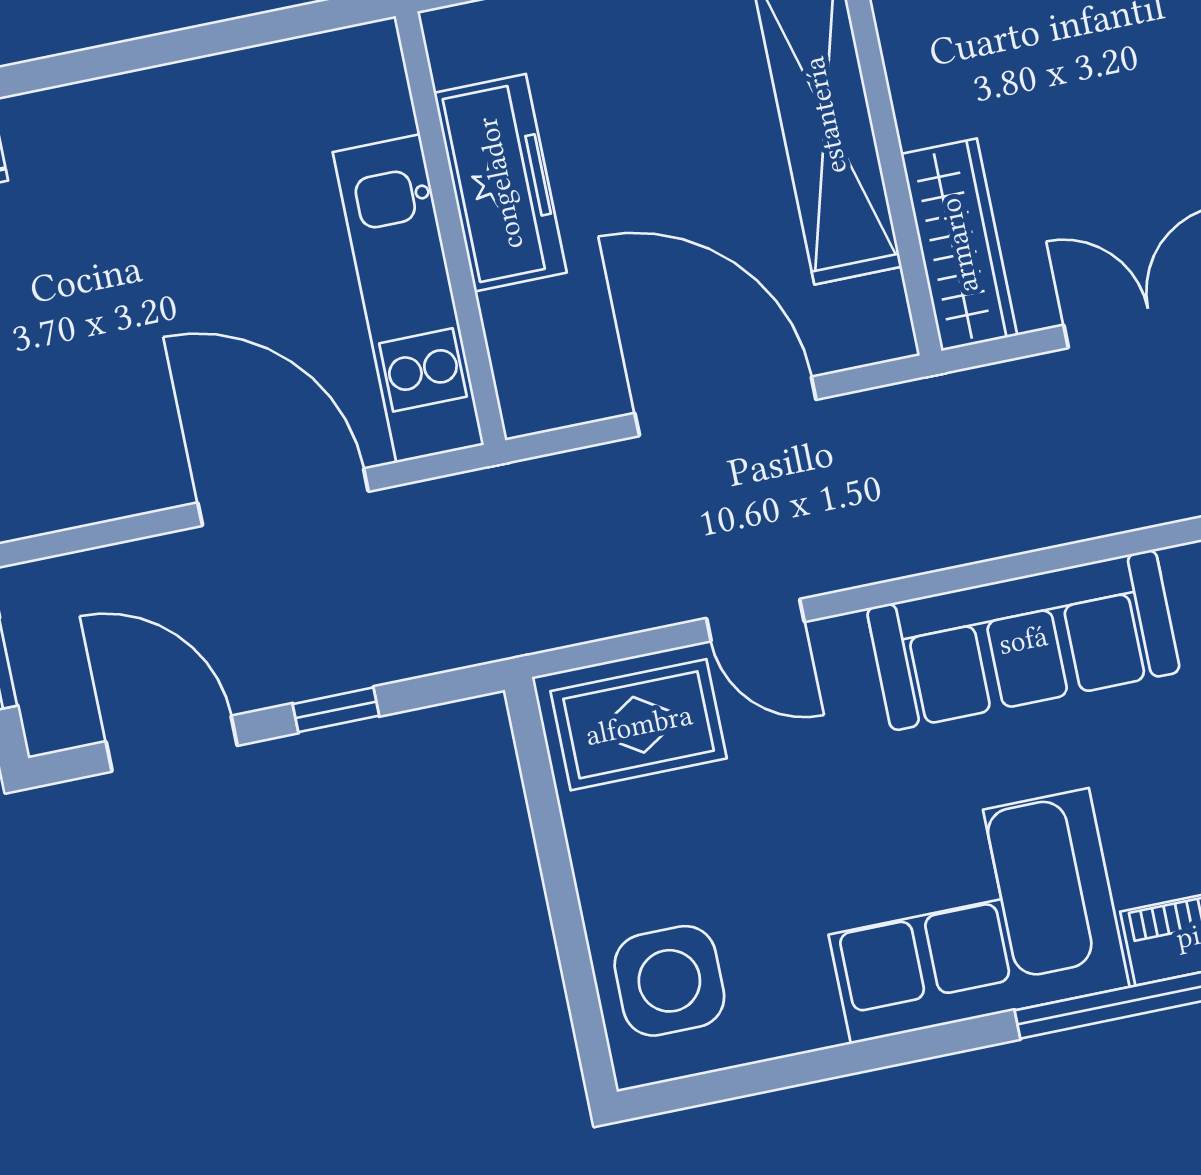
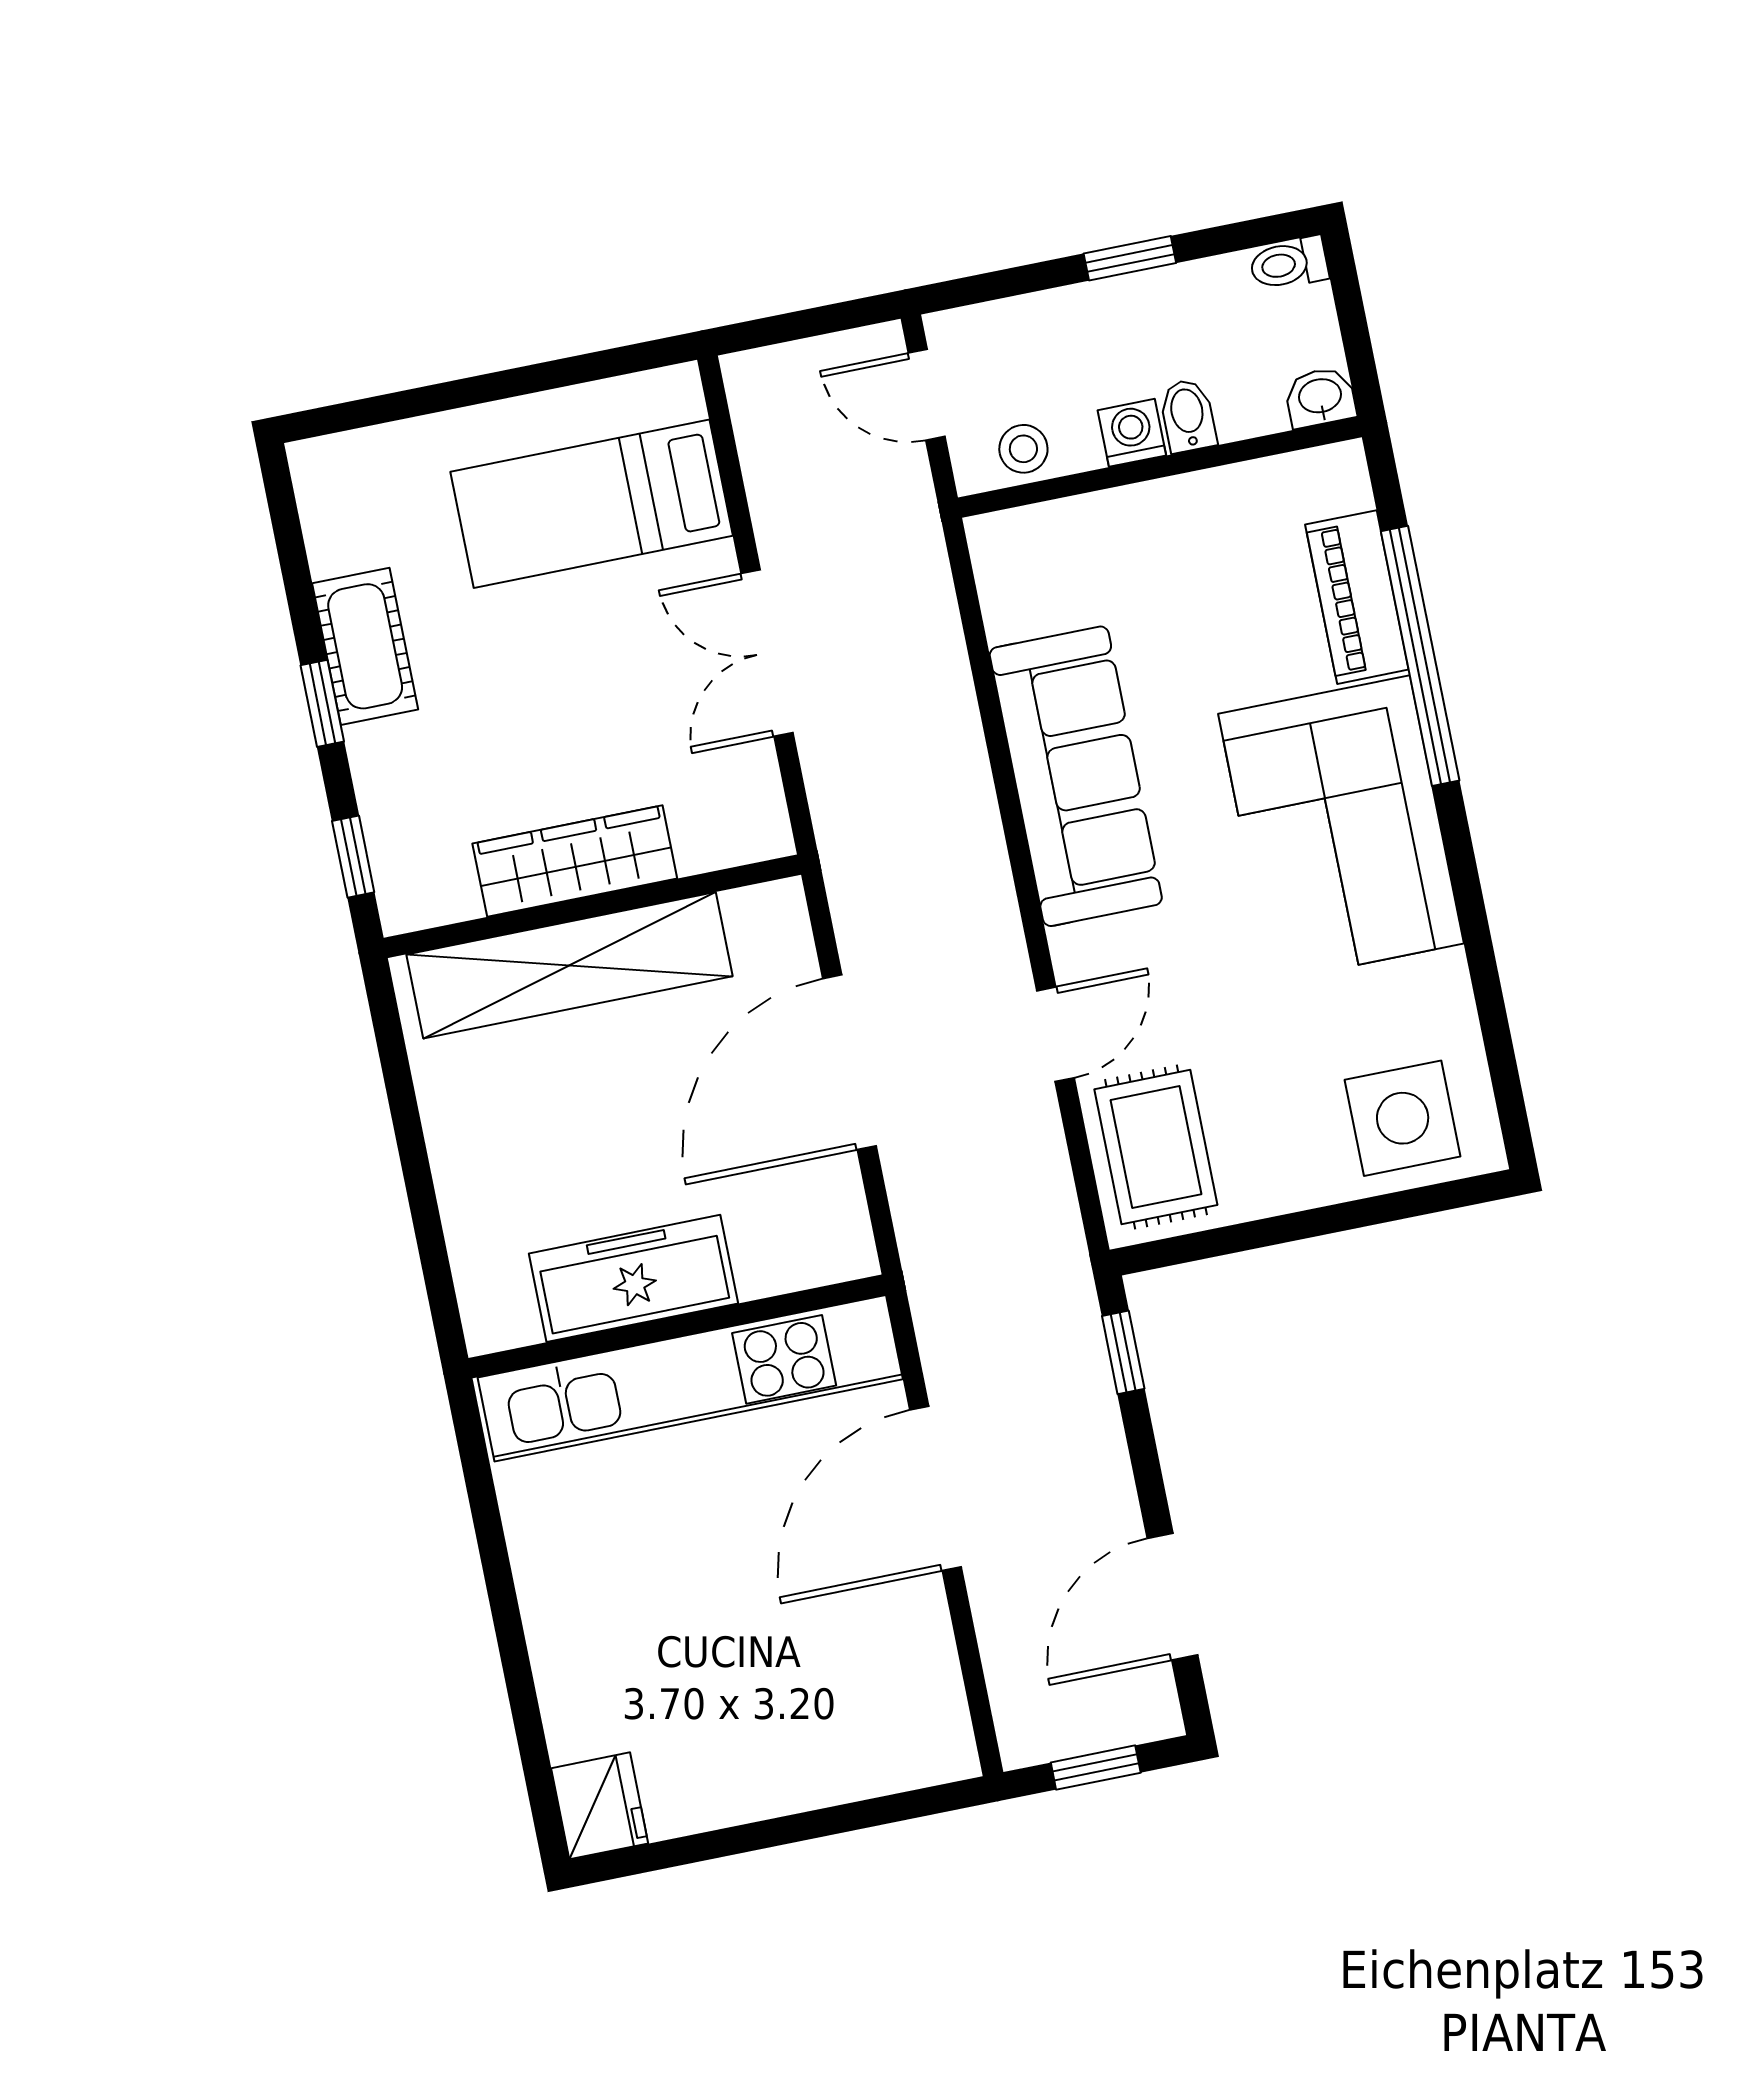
wardrobe: (959, 245) -> (575, 861), moved
kitchen unit: (408, 298) -> (690, 1378), width x1.36
window: (336, 710) -> (1123, 1352), moved

